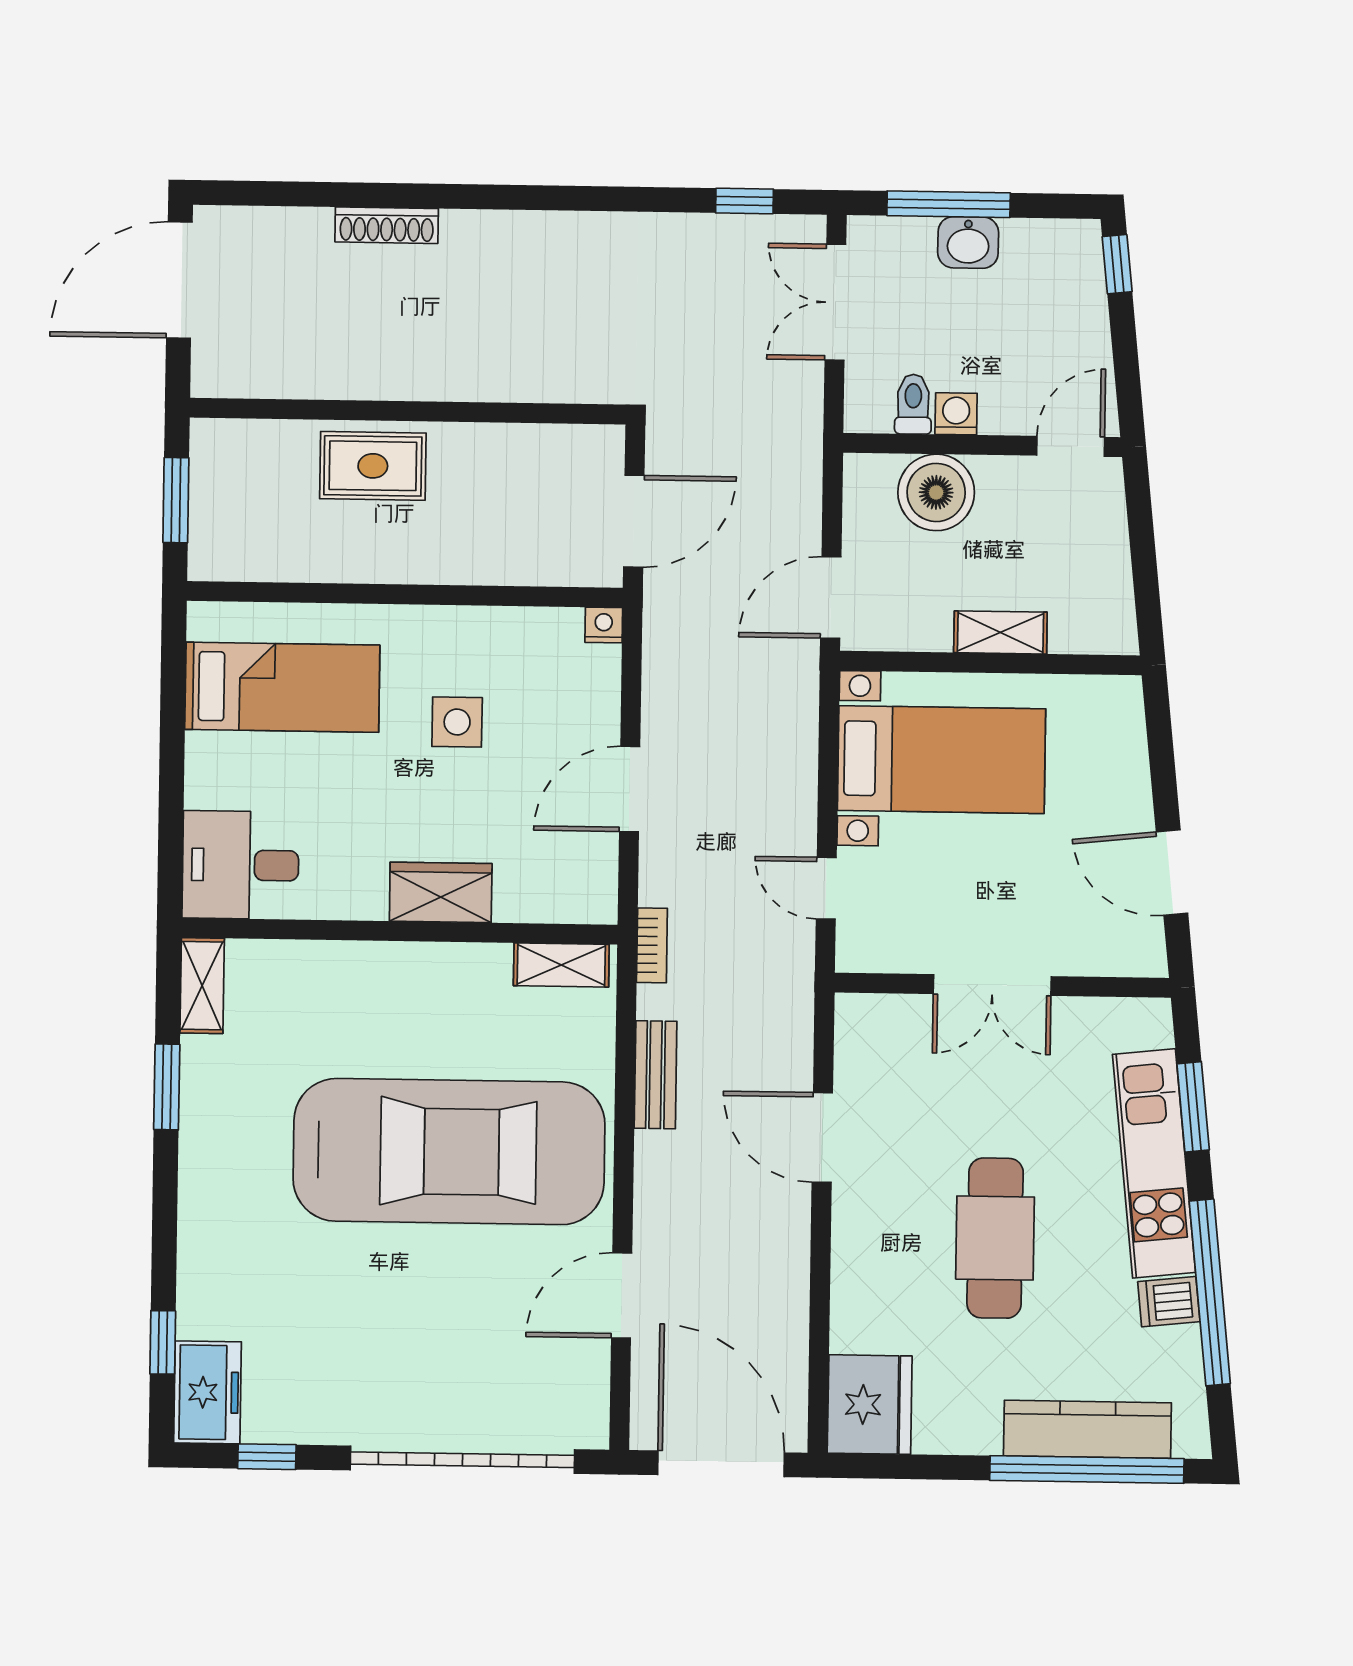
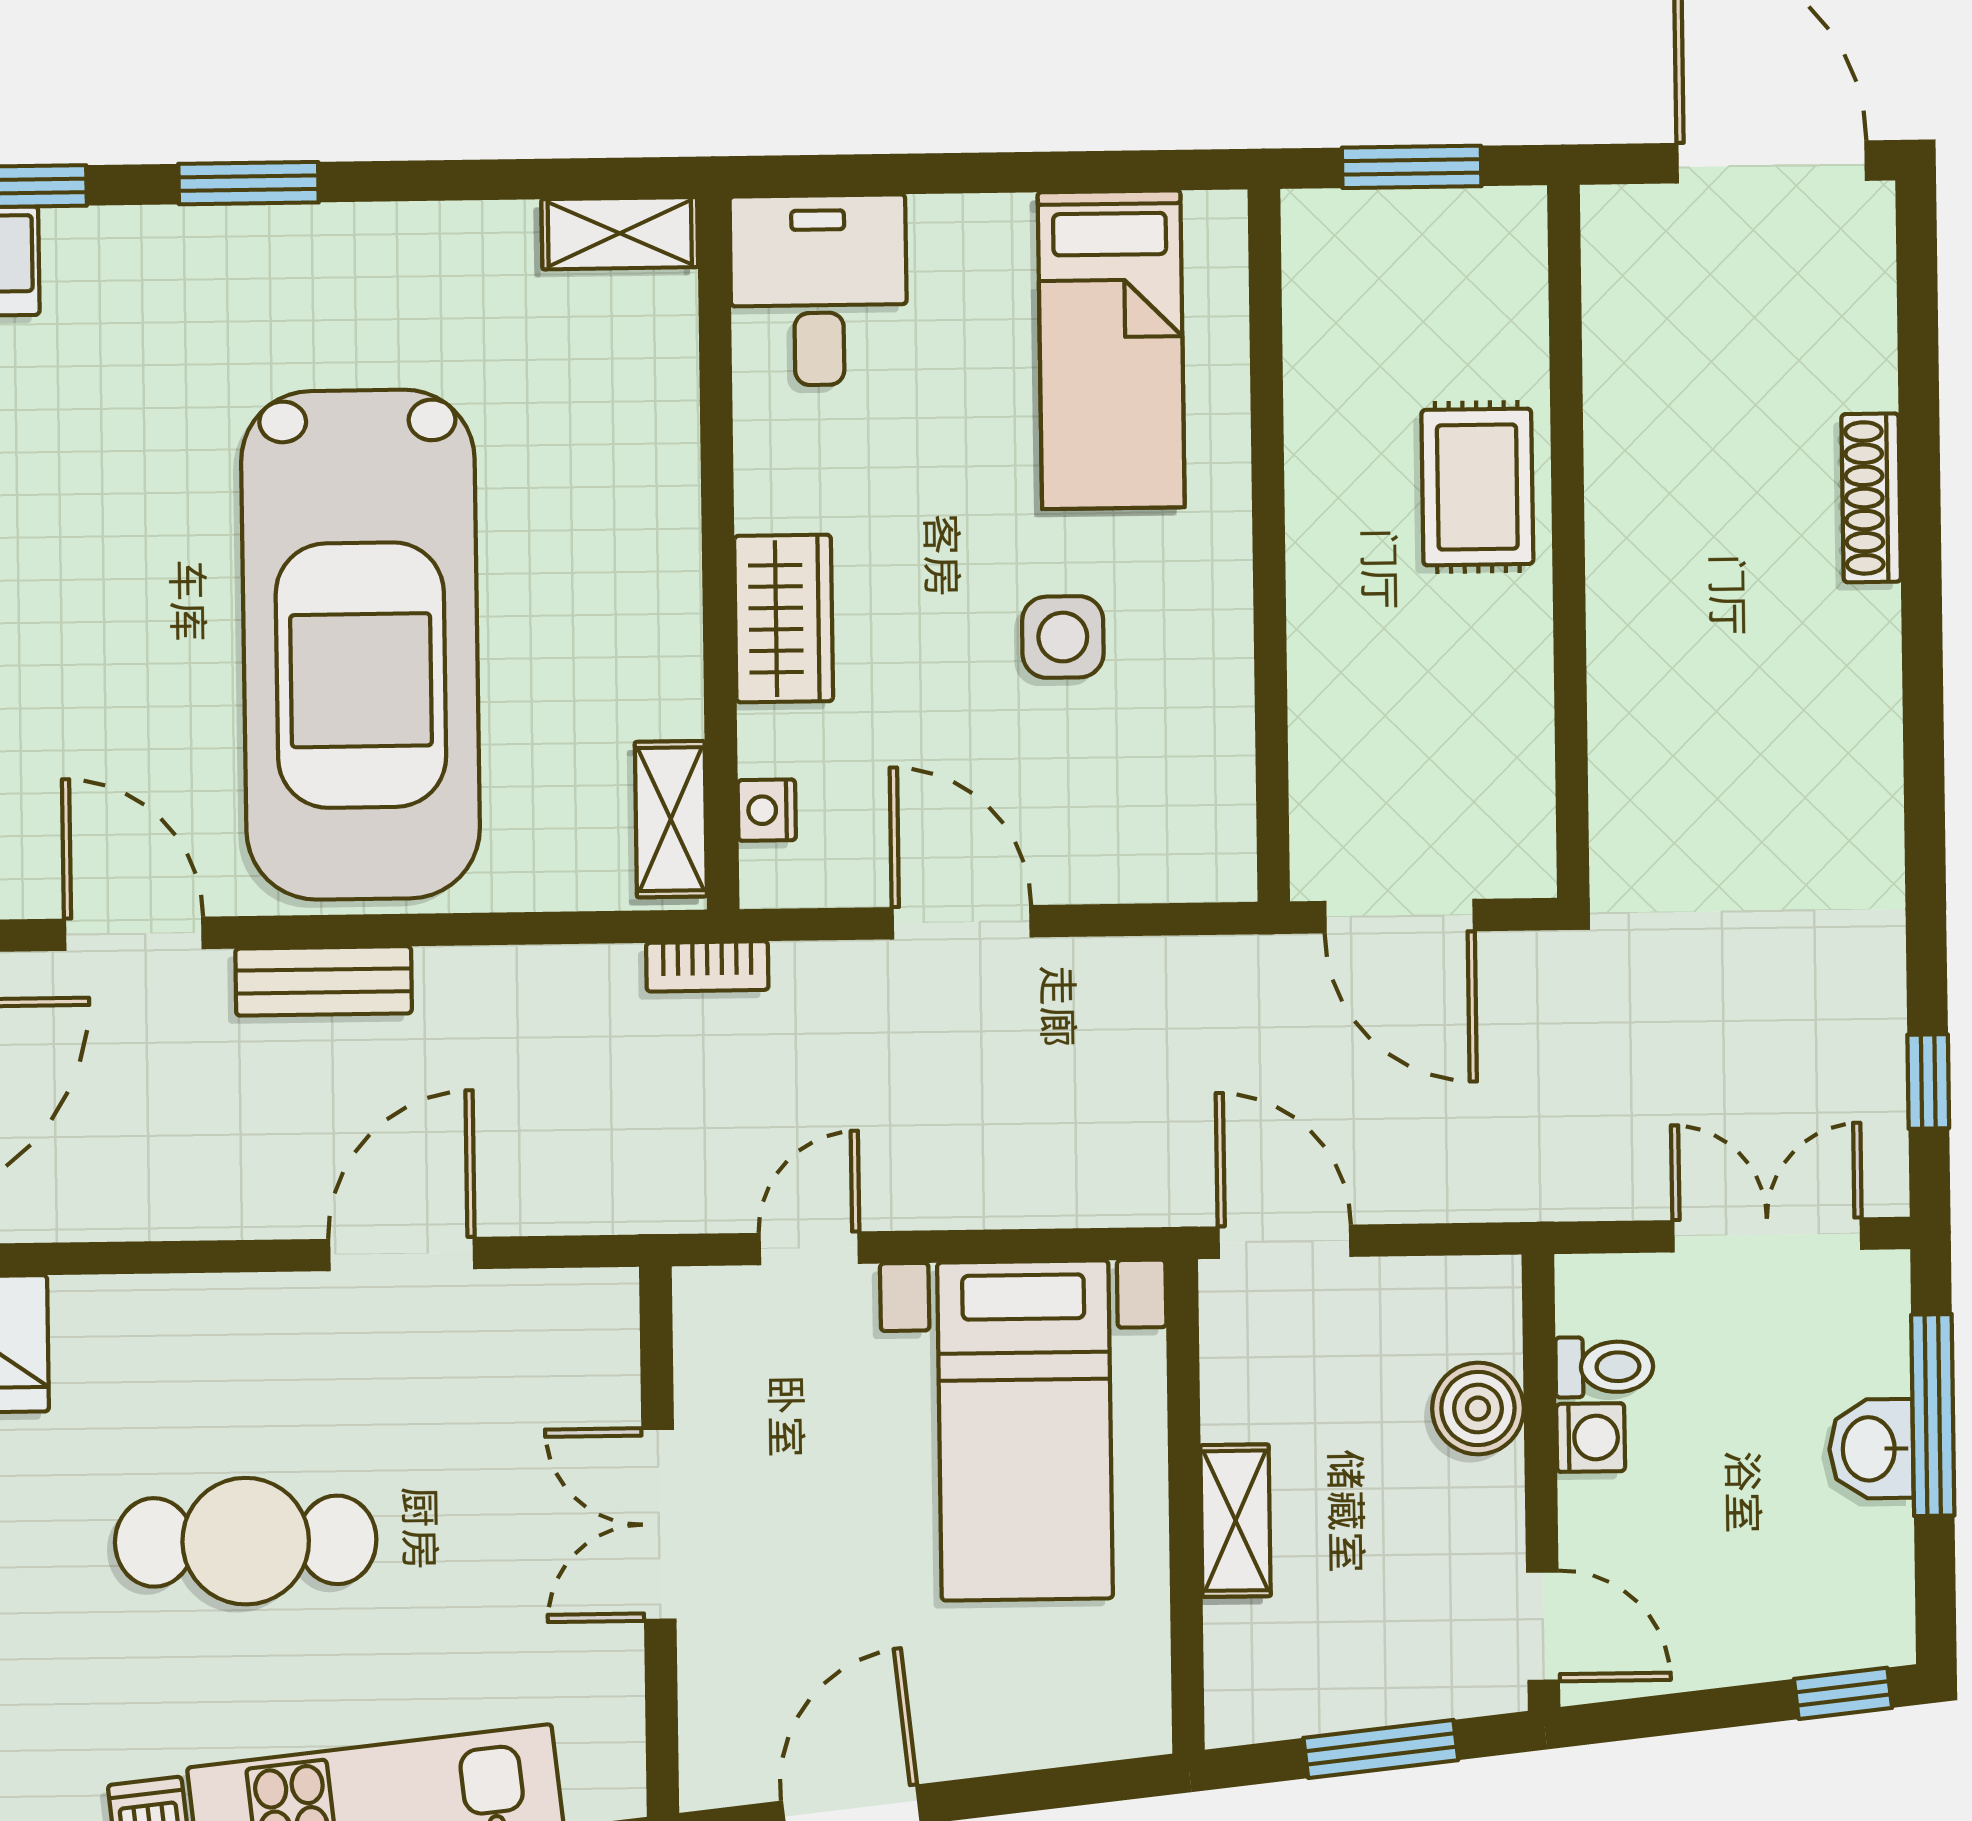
boiler: (936, 492) -> (1478, 1409), width x0.73, depth x0.73
window: (1143, 548) -> (1381, 1749), added
nightstand: (604, 625) -> (767, 810), moved, turned 180
bench: (656, 1075) -> (324, 981), moved
window: (167, 1087) -> (249, 183), moved

